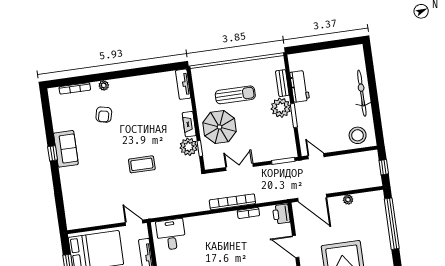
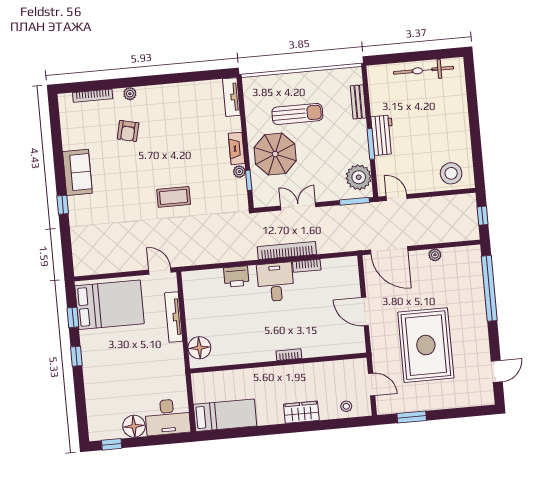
workbench: (300, 86) -> (383, 135), moved
bicycle: (362, 93) -> (424, 70), moved, turned -90
plant: (281, 108) -> (359, 177), moved
plant: (189, 147) -> (239, 172), width x0.53, depth x0.53
window: (53, 153) -> (63, 205), moved
printer: (281, 214) -> (236, 277), moved, turned -90
desk: (171, 234) -> (276, 282), moved

